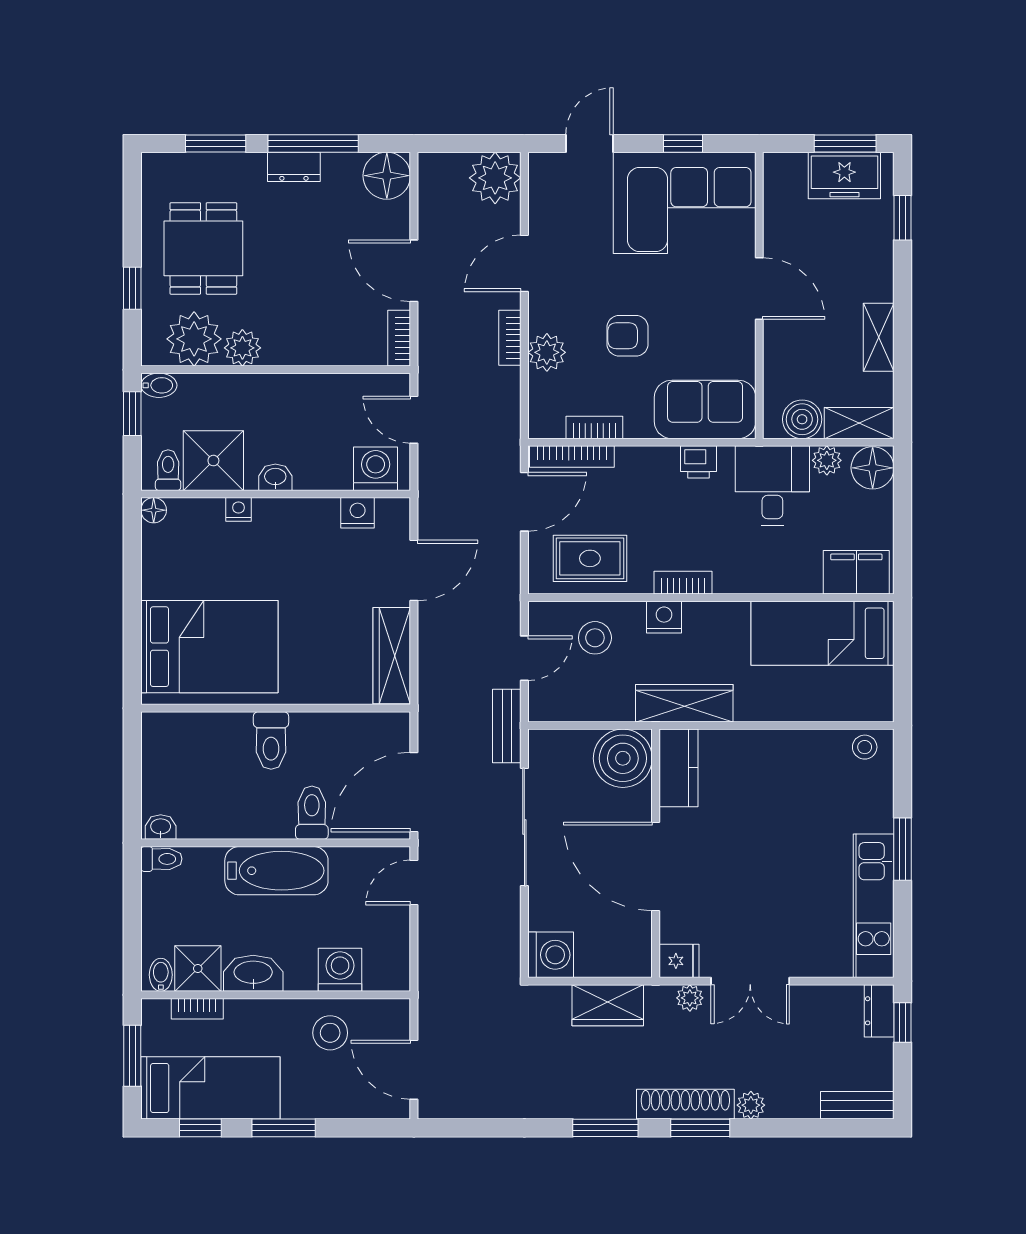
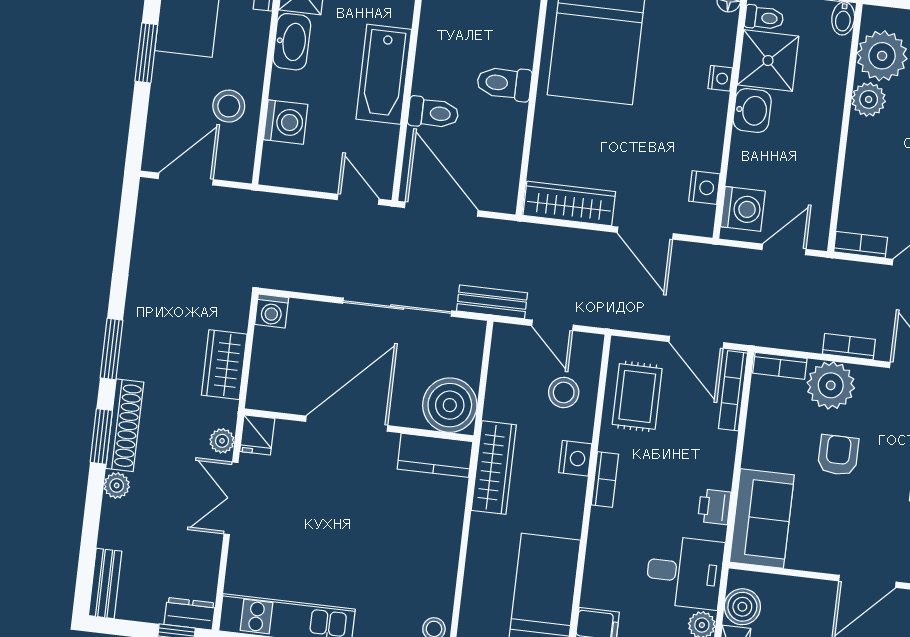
plant: (547, 352) -> (831, 385), width x1.36, depth x1.36
bookcase: (594, 427) -> (780, 366), moved, turned 90
washbasin: (275, 477) -> (752, 110), width x1.38, depth x1.45
washing machine: (551, 955) -> (272, 311), width x0.73, depth x0.73

